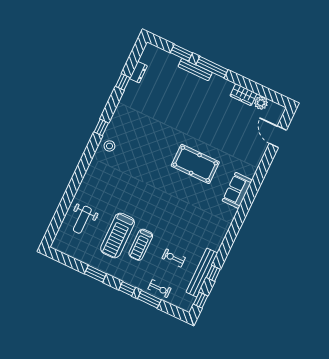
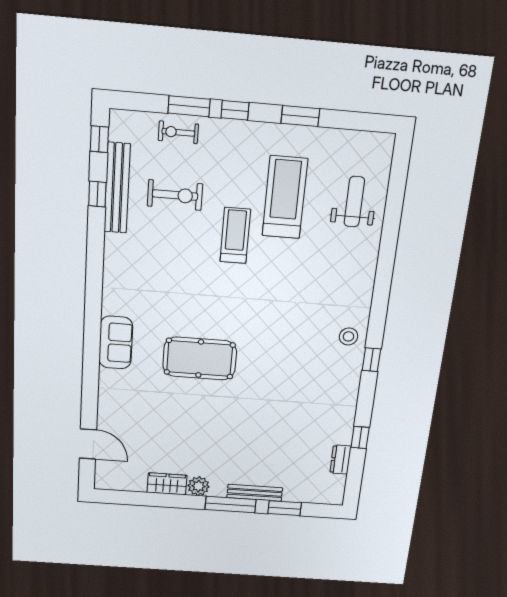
plant: (261, 103) -> (198, 486), moved
treadmill: (141, 245) -> (235, 236), moved
exercise bike: (174, 258) -> (175, 195), width x1.38, depth x1.39

